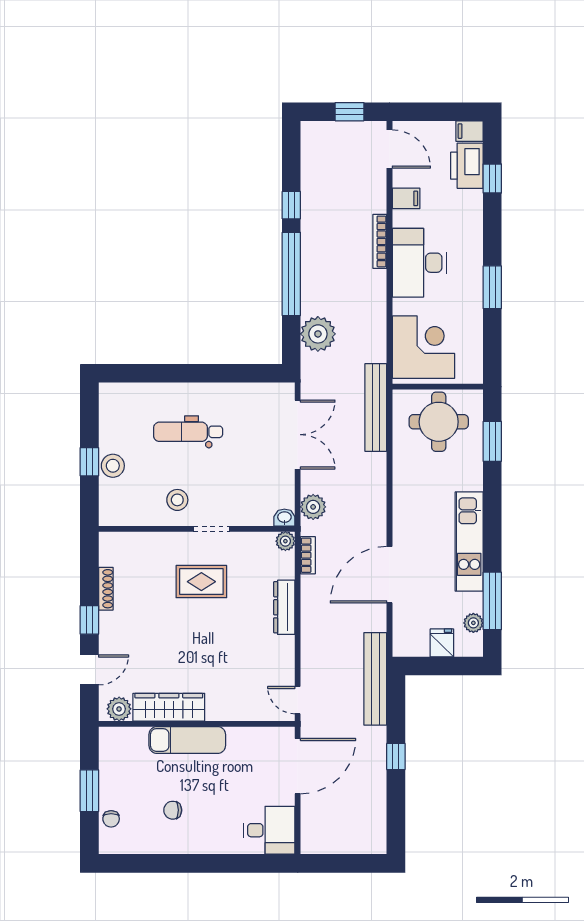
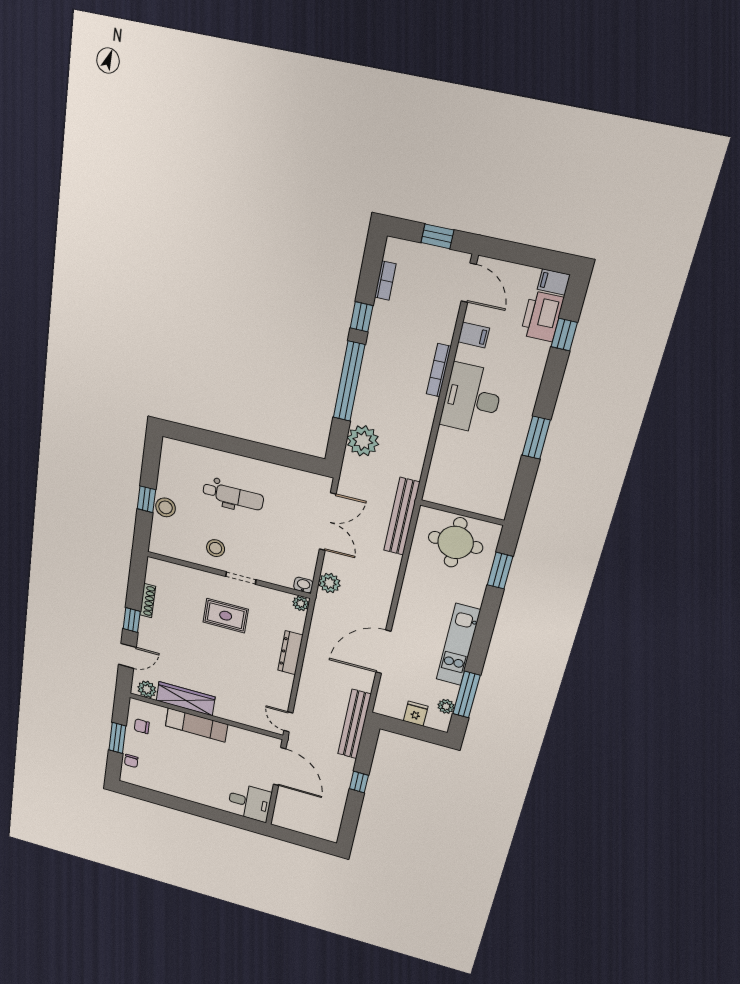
corner desk: (423, 347) -> (457, 476), removed
dental chair: (188, 432) -> (233, 496), turned 180
bookcase: (308, 555) -> (385, 281), moved
door: (298, 766) -> (280, 767), hinge flipped
chair: (173, 810) -> (142, 726), moved

